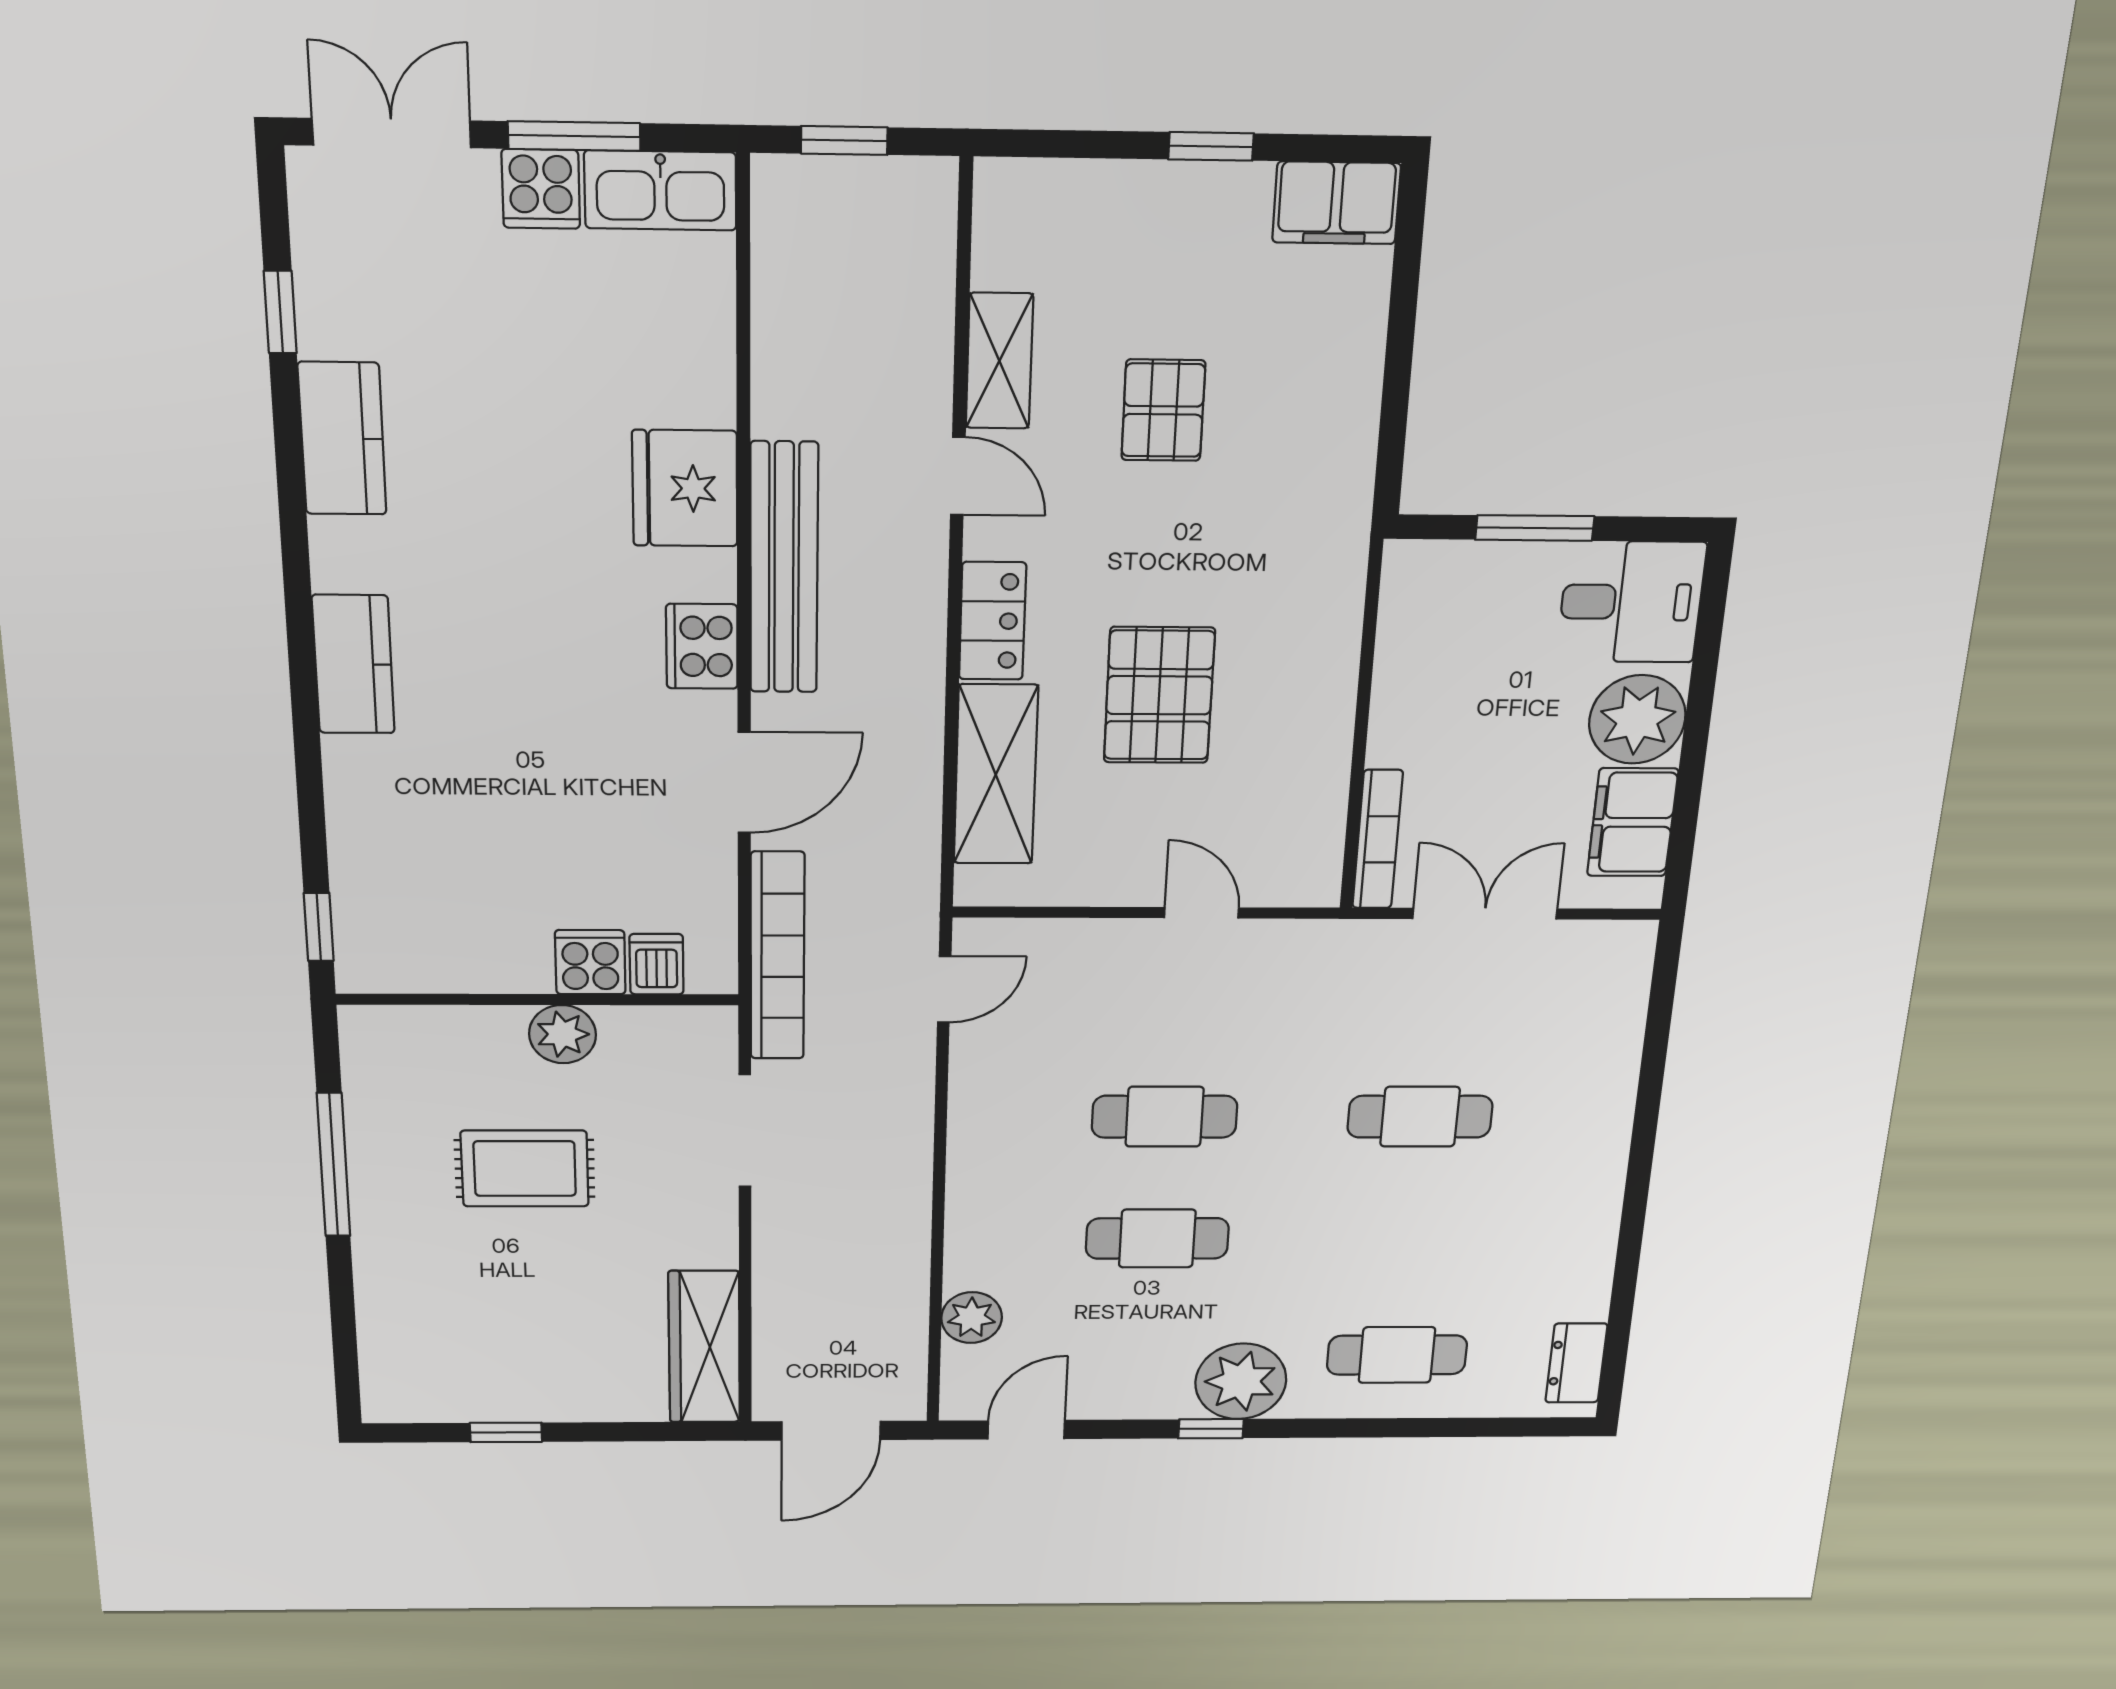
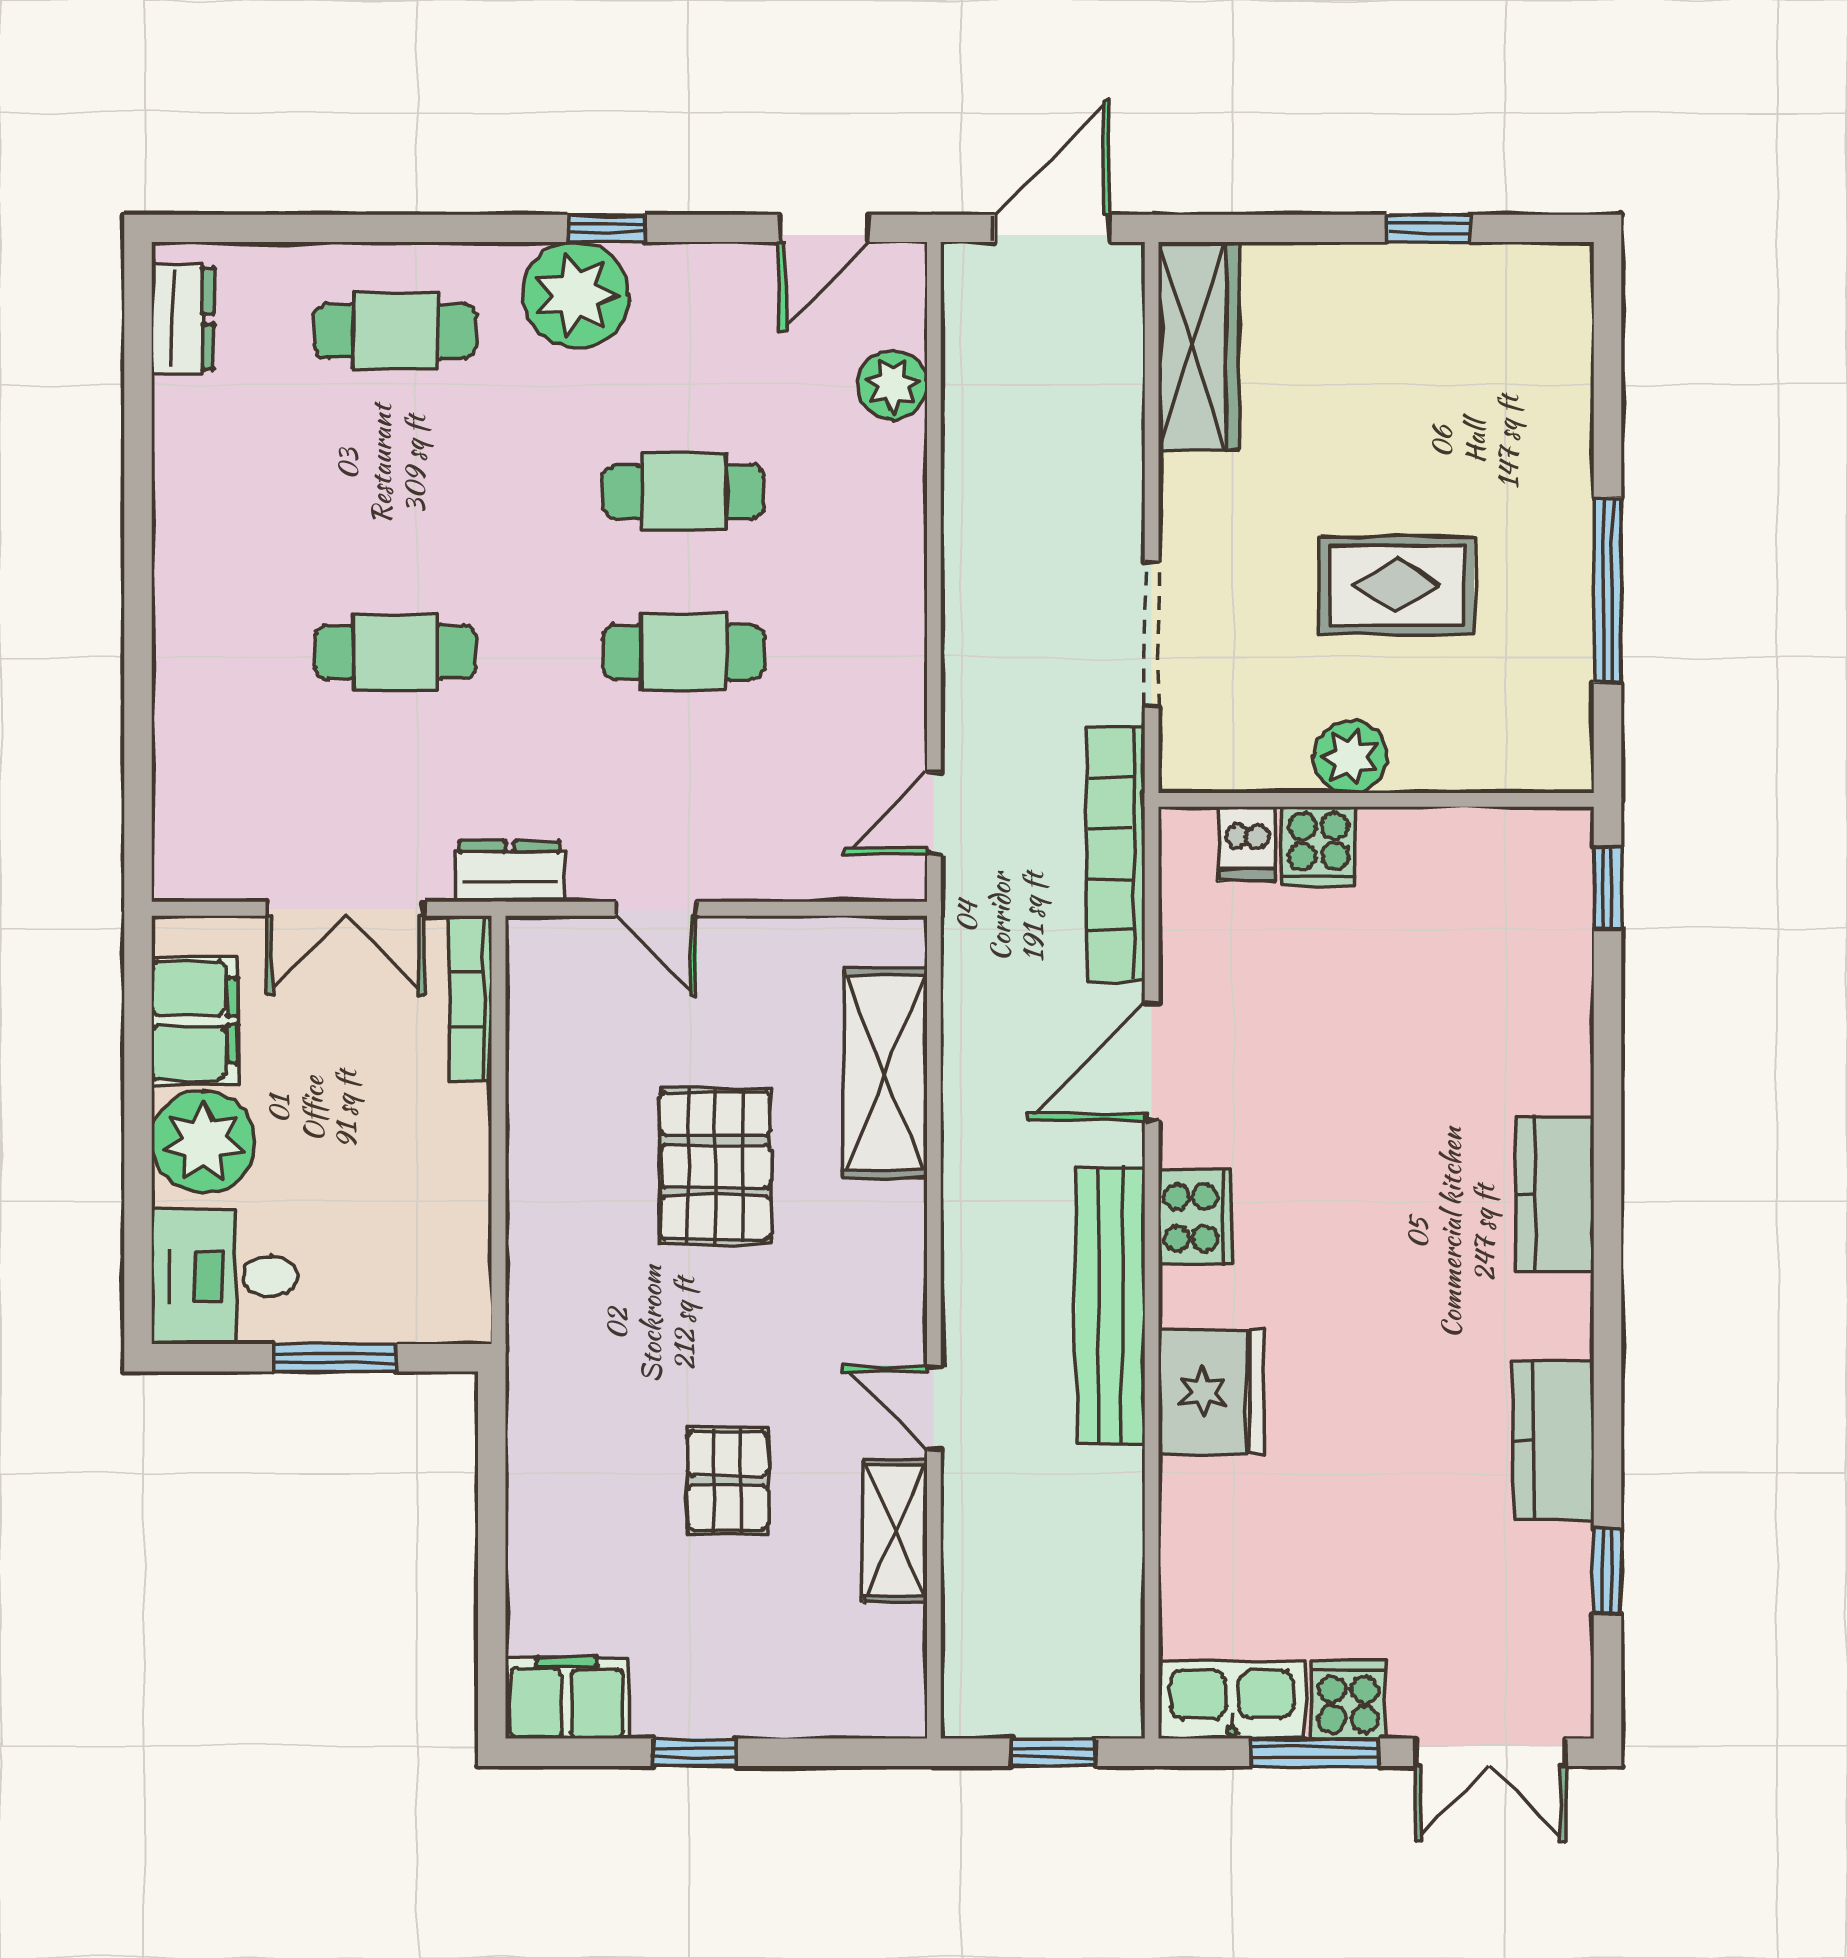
locker: (992, 621) -> (894, 1249), removed
dresser: (1333, 944) -> (510, 871), added

